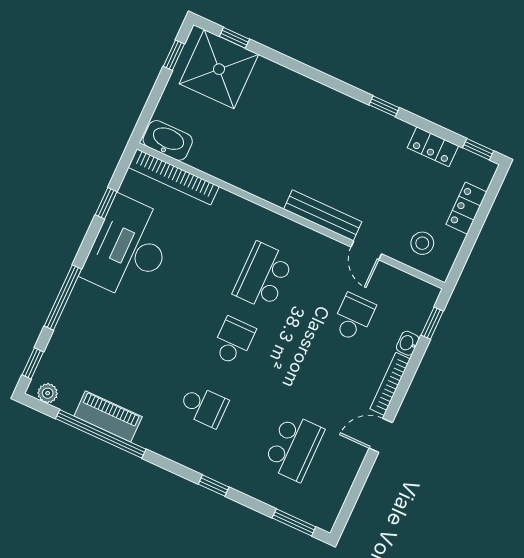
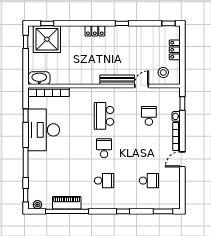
locker: (433, 147) -> (95, 31), moved
door: (366, 250) -> (142, 86), swing flipped
school desk: (294, 447) -> (149, 181), width x0.54

